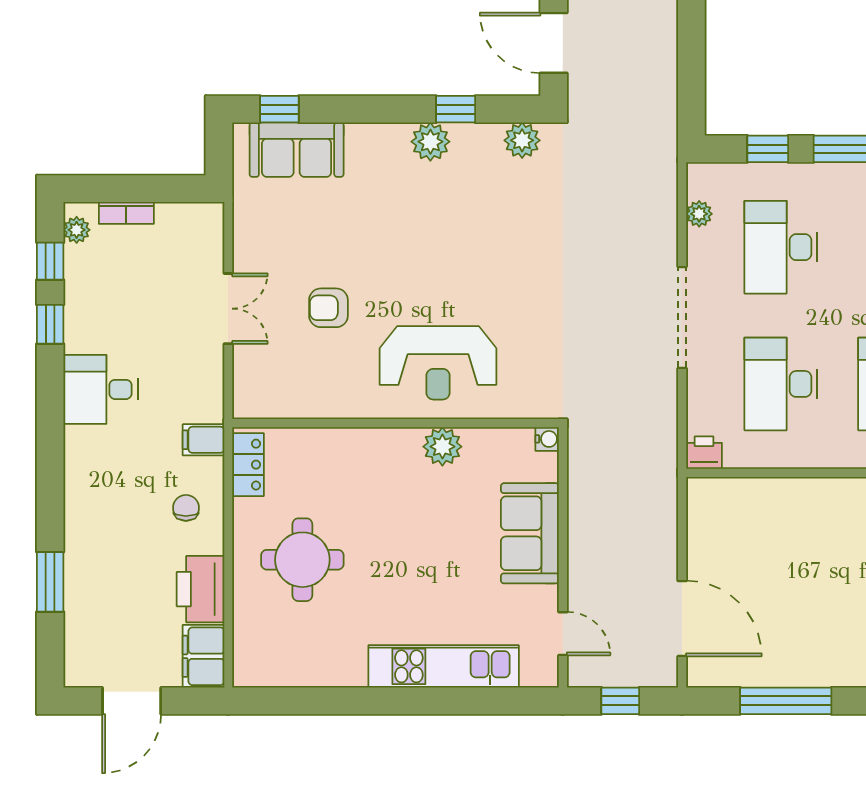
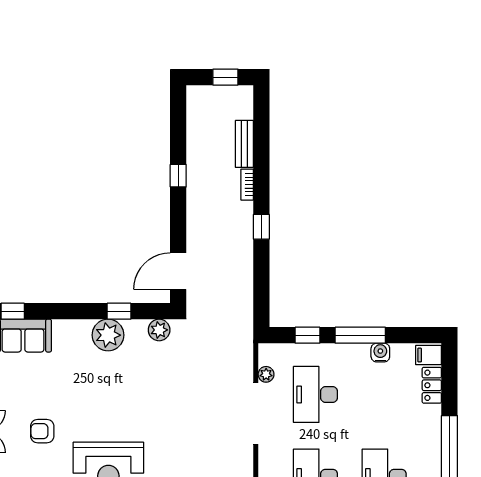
door: (554, 43) -> (178, 271), hinge flipped
plant: (430, 142) -> (108, 335), width x1.36, depth x1.36
doorway: (682, 318) -> (256, 414), moved

